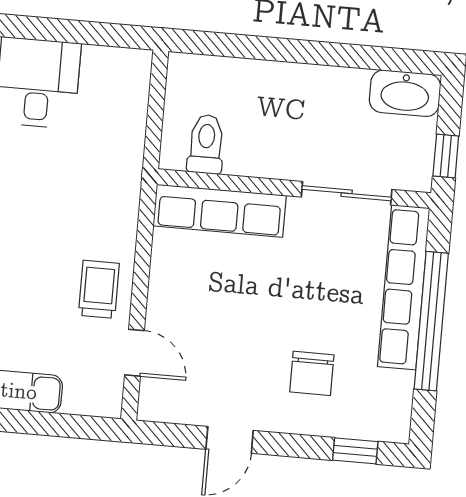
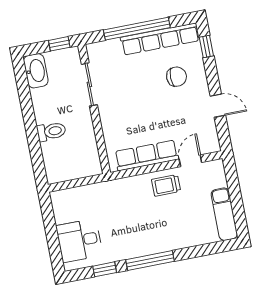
toilet: (206, 144) -> (51, 131), moved, turned 180
row of seats: (220, 211) -> (147, 155), moved, turned -90
row of seats: (404, 287) -> (160, 39), moved

